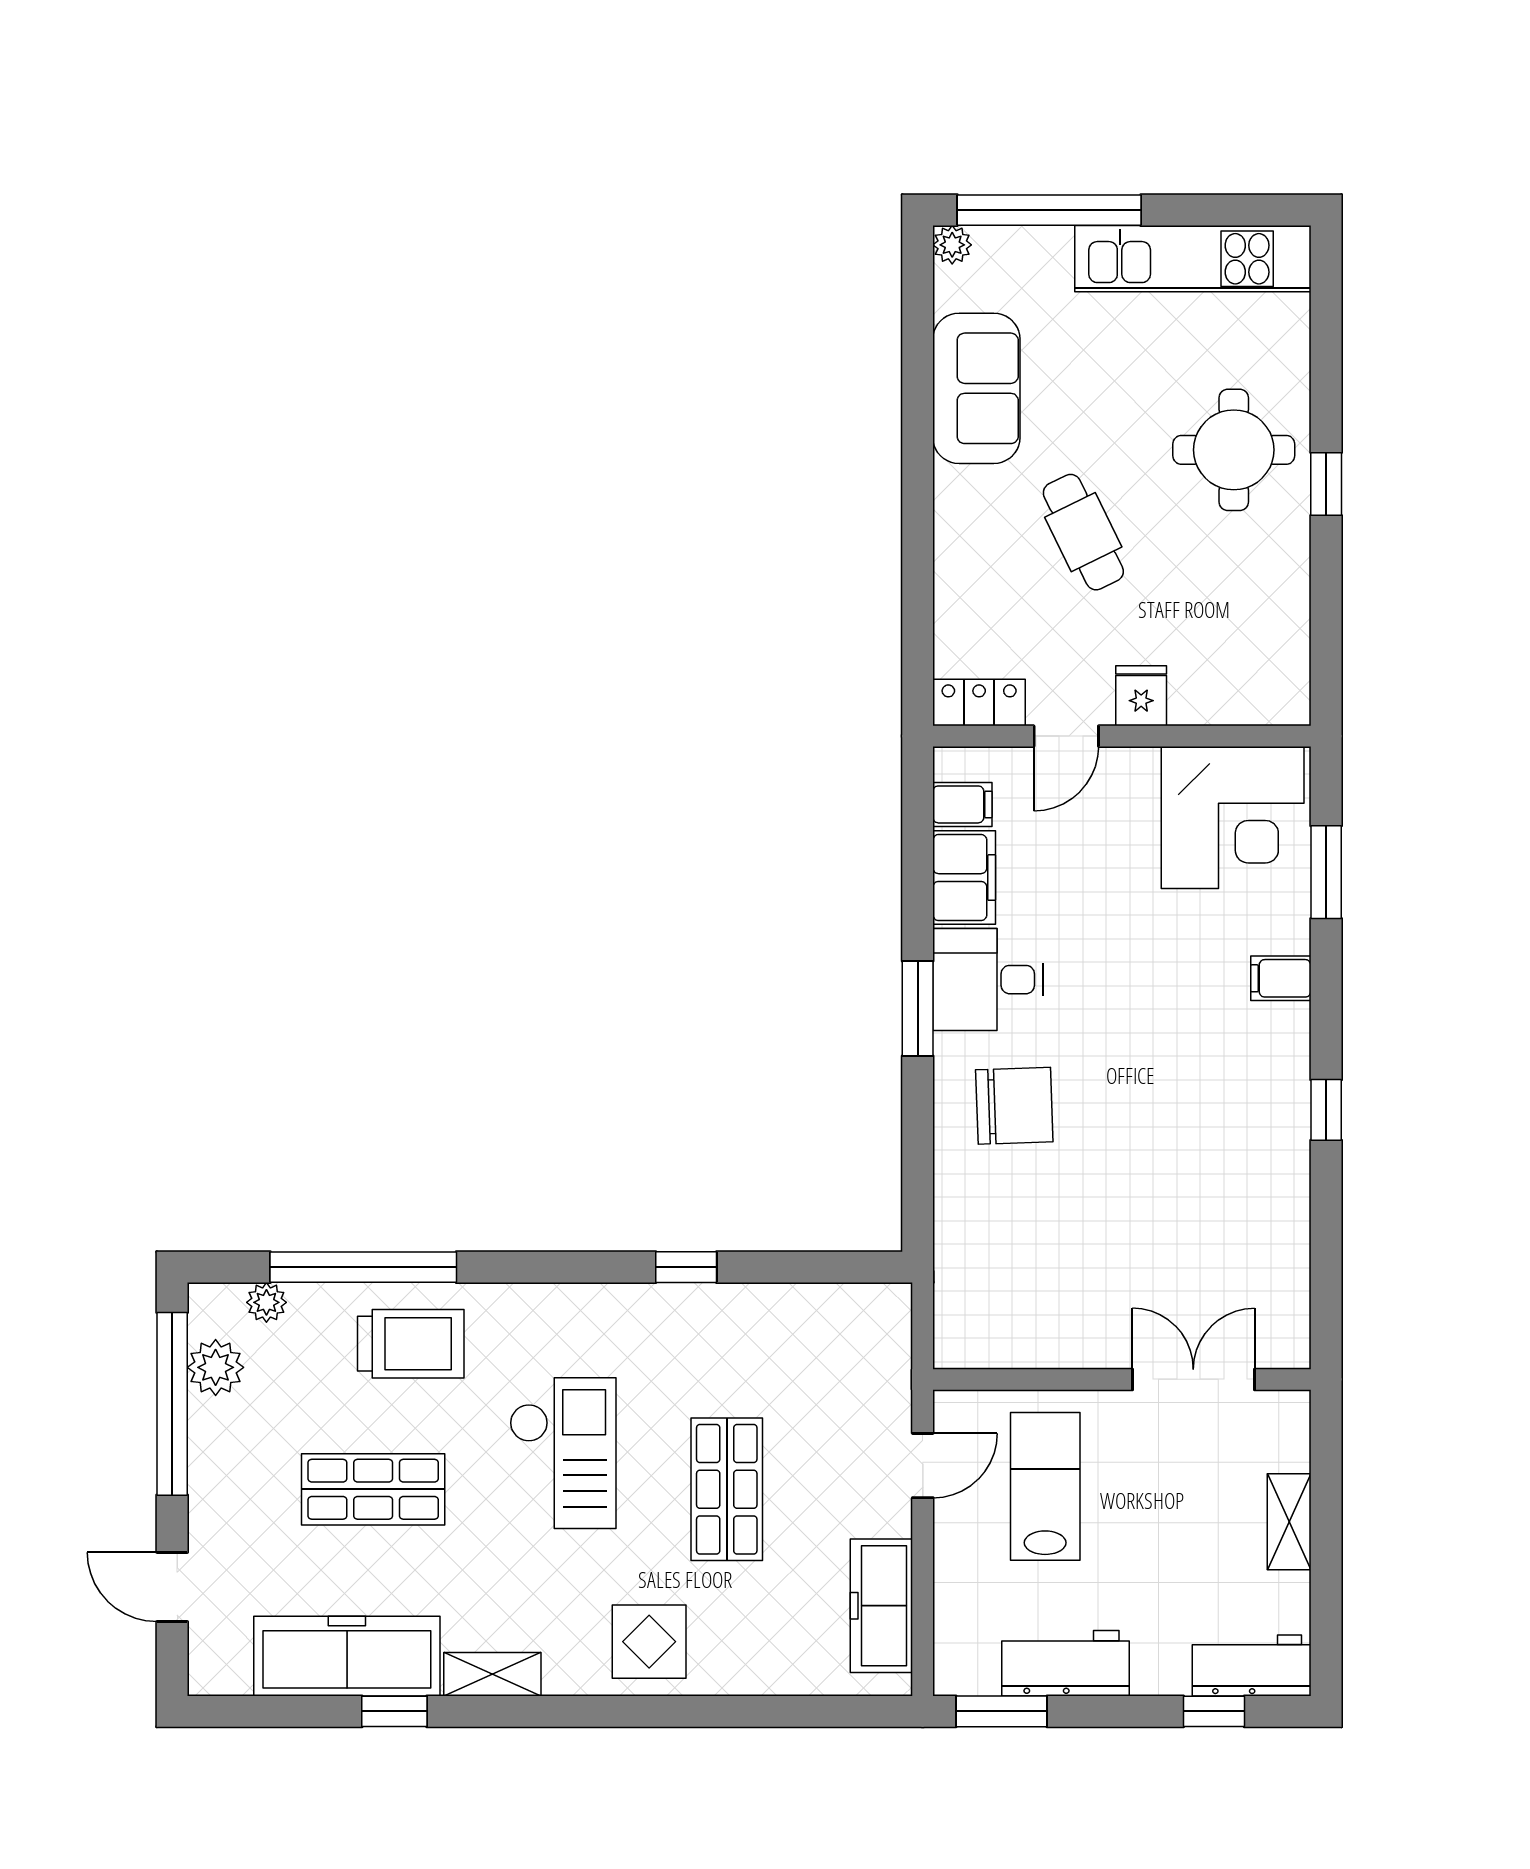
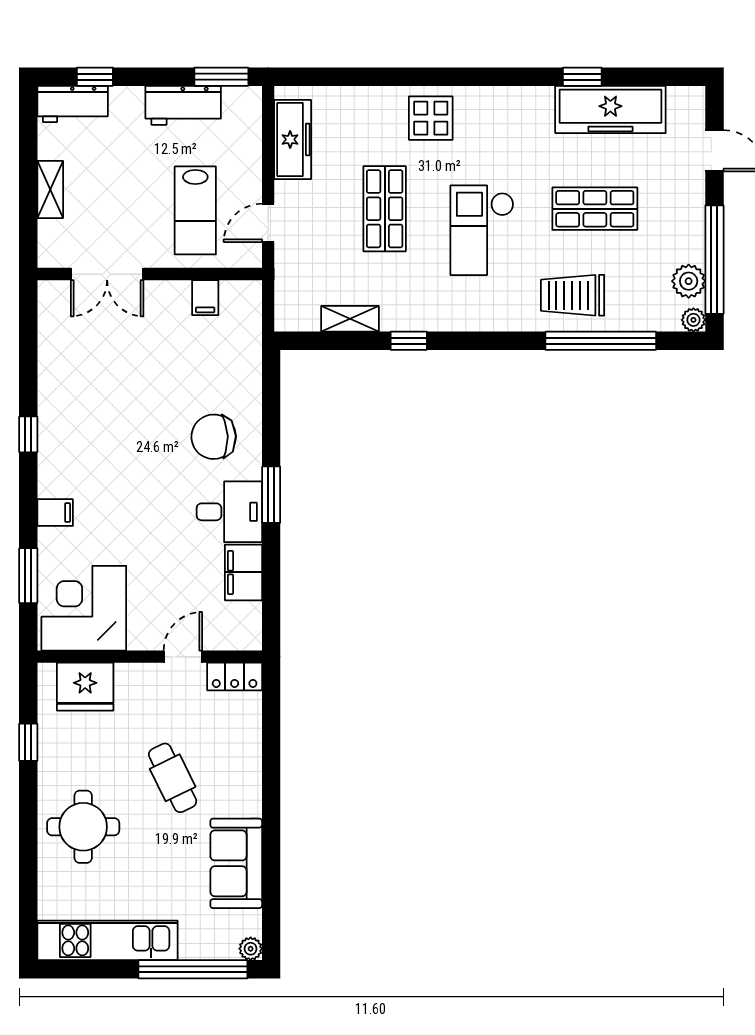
window: (1326, 484) -> (28, 742), moved
fridge: (1141, 696) -> (85, 687), moved, width x1.88, depth x1.34
filing cabinet: (962, 804) -> (205, 298), moved, turned -90
plant: (266, 1302) -> (693, 320), moved
shelving: (492, 1674) -> (350, 319), moved

